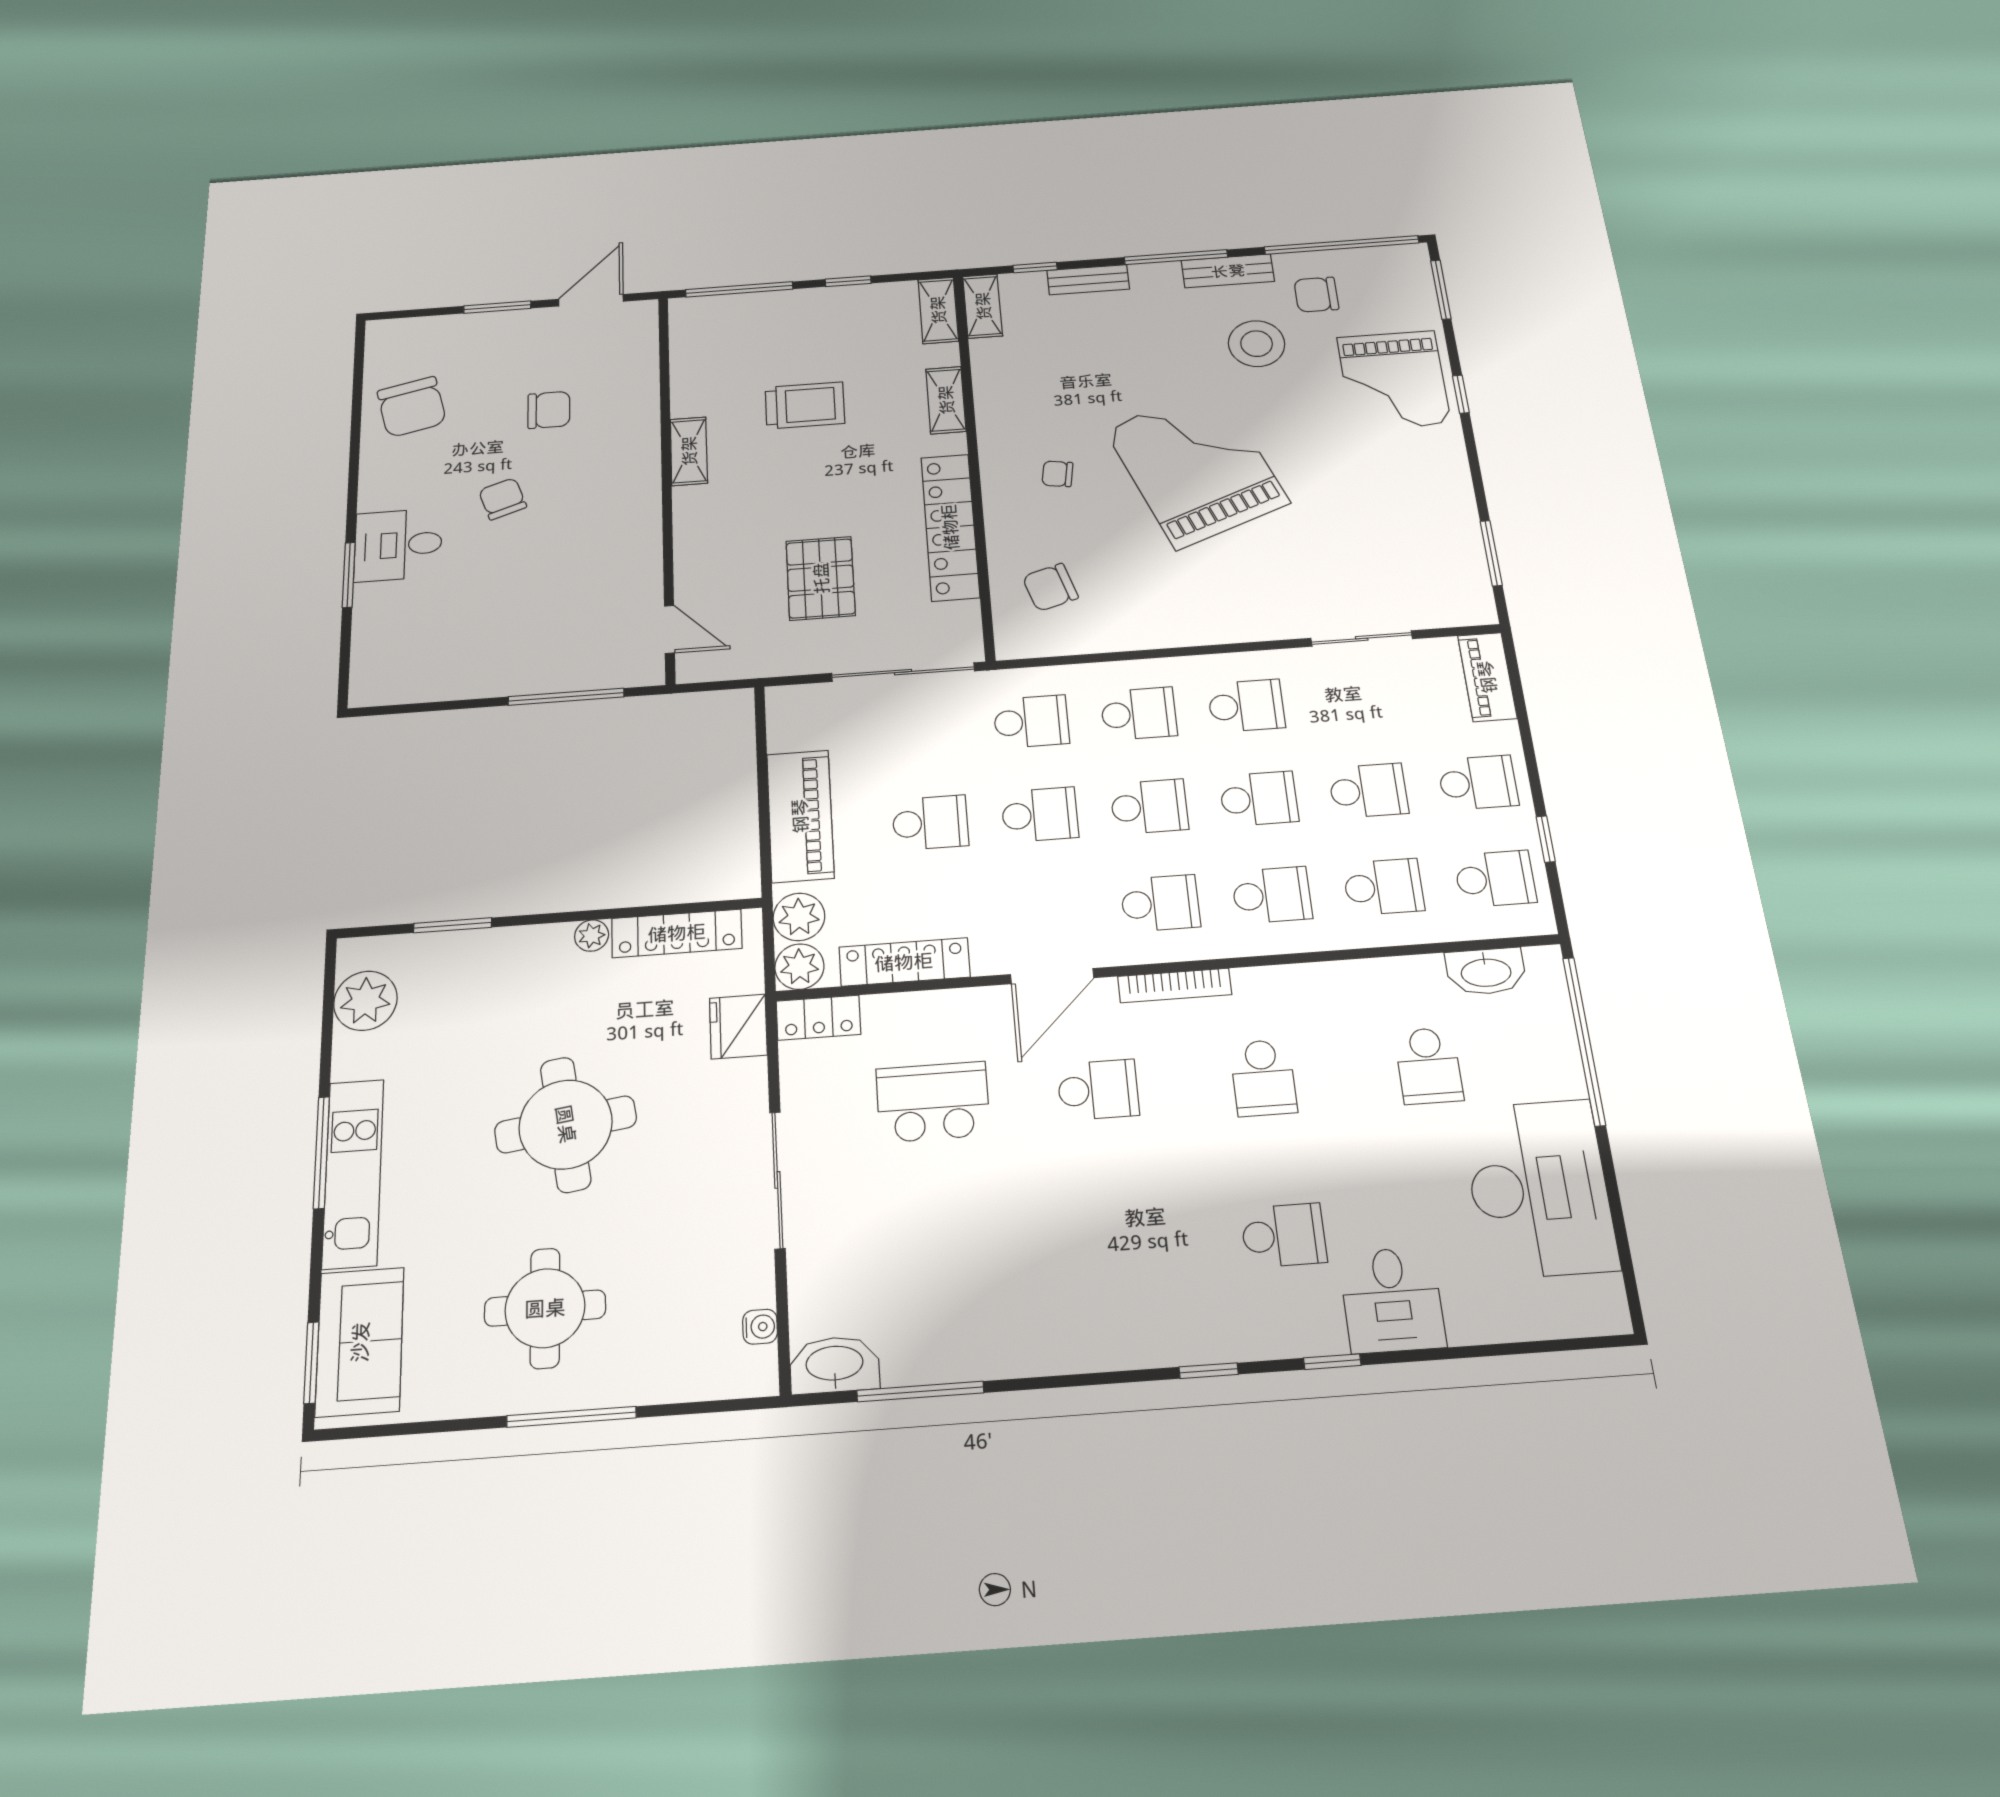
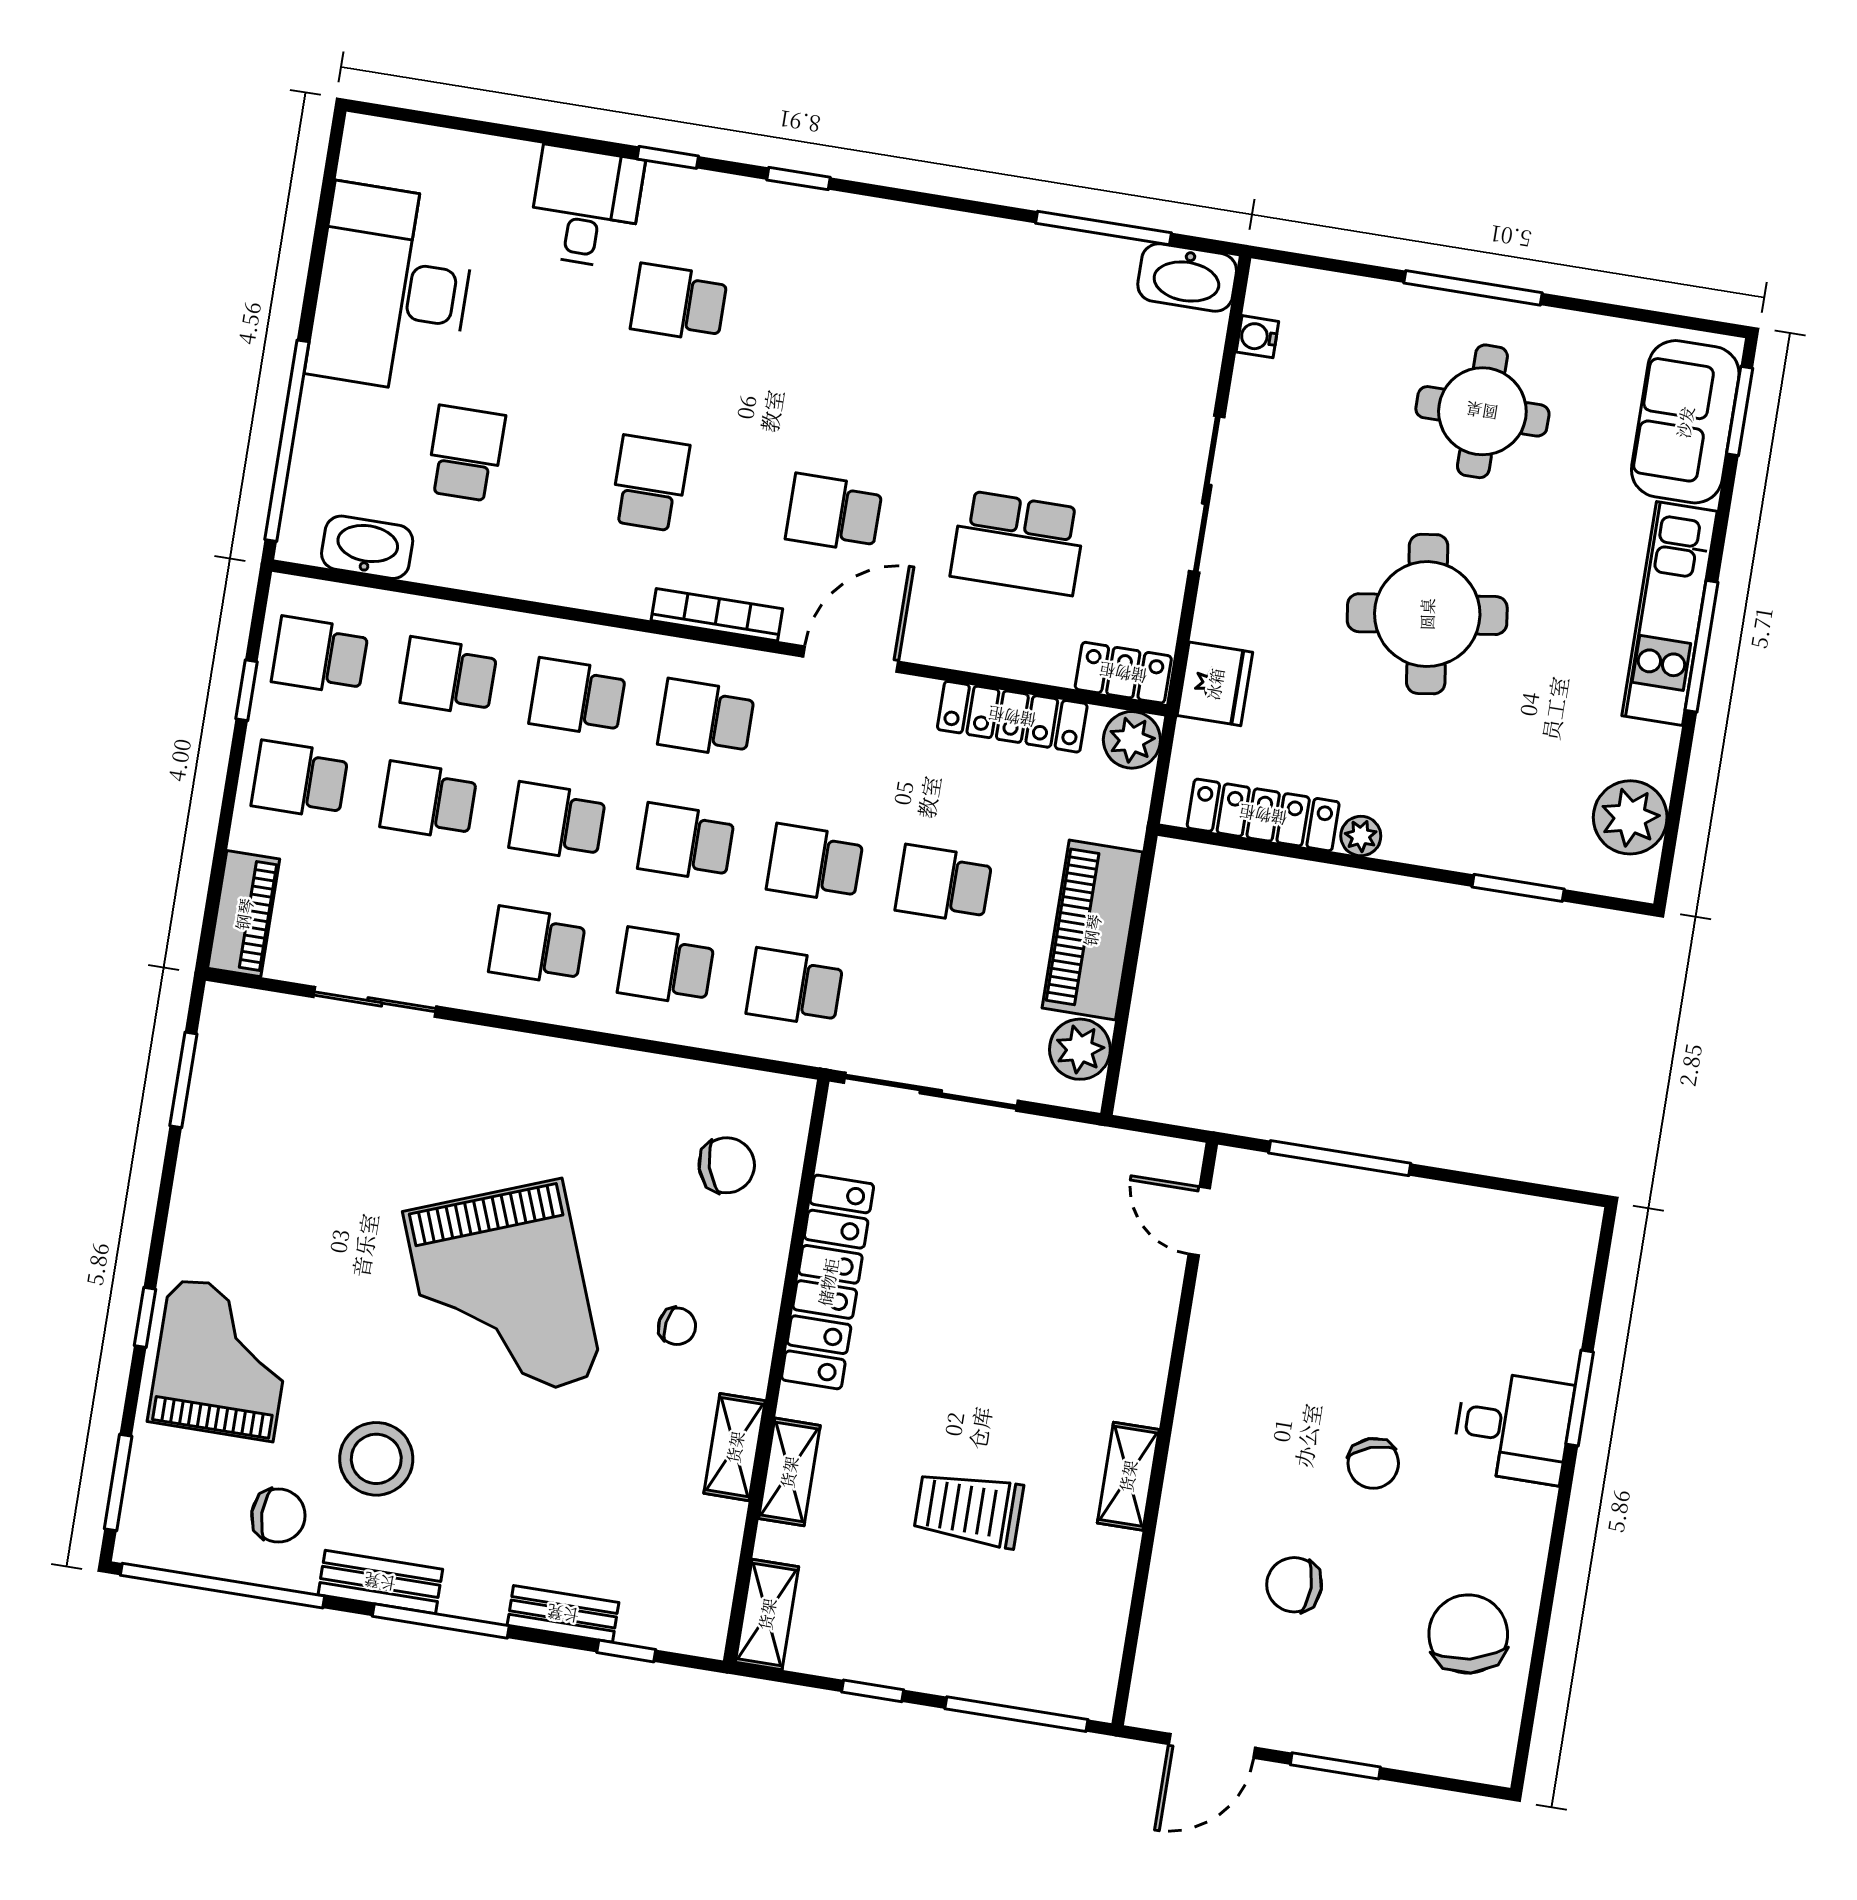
shelving: (983, 306) -> (735, 1447), moved
pallet: (821, 578) -> (1002, 1248), removed
plant: (799, 917) -> (1080, 1049), moved

